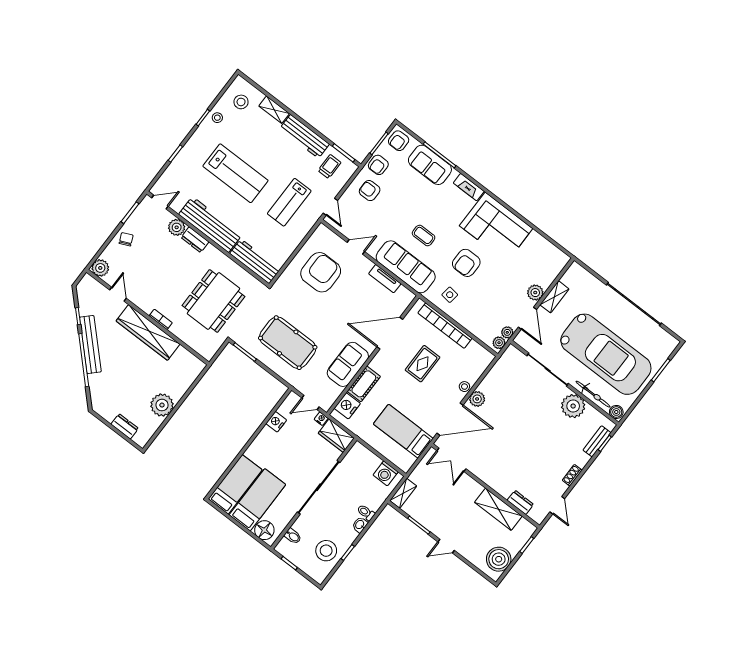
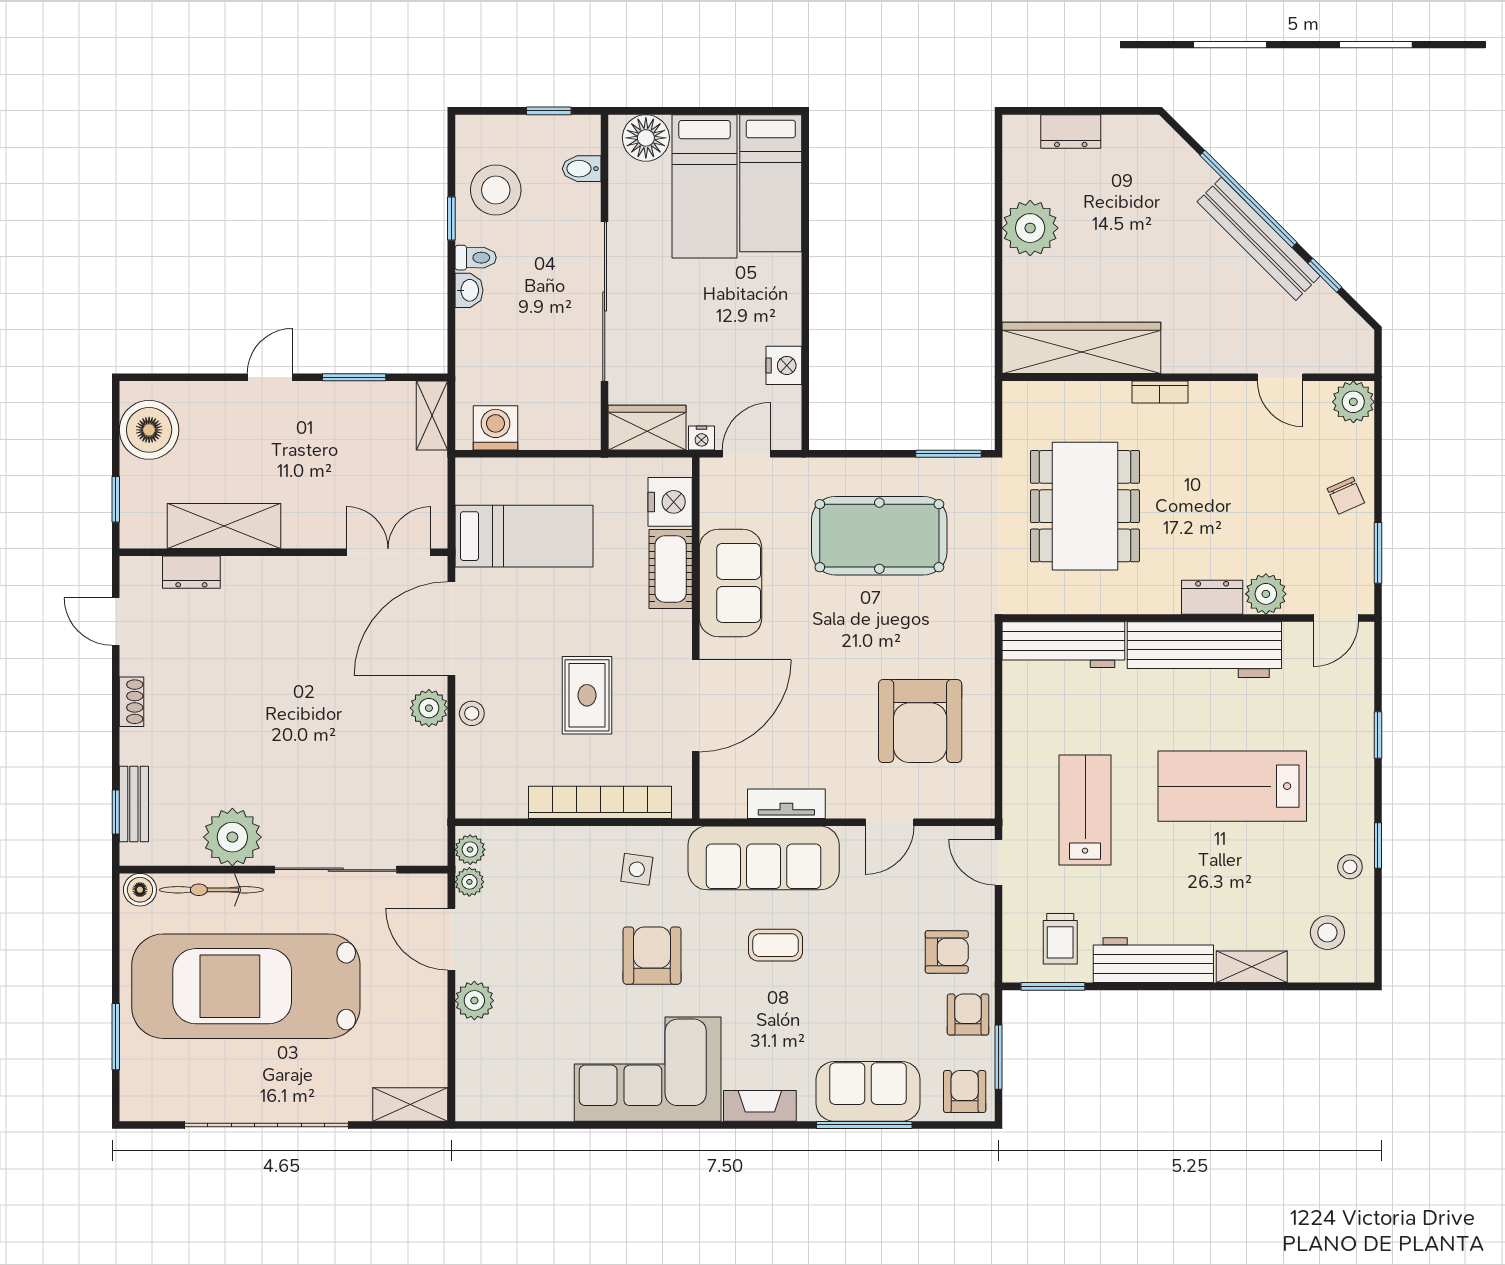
shelving: (554, 297) -> (410, 1105), moved, turned 90
wardrobe: (148, 332) -> (1081, 348), moved
toilet: (366, 512) -> (476, 258), moved

